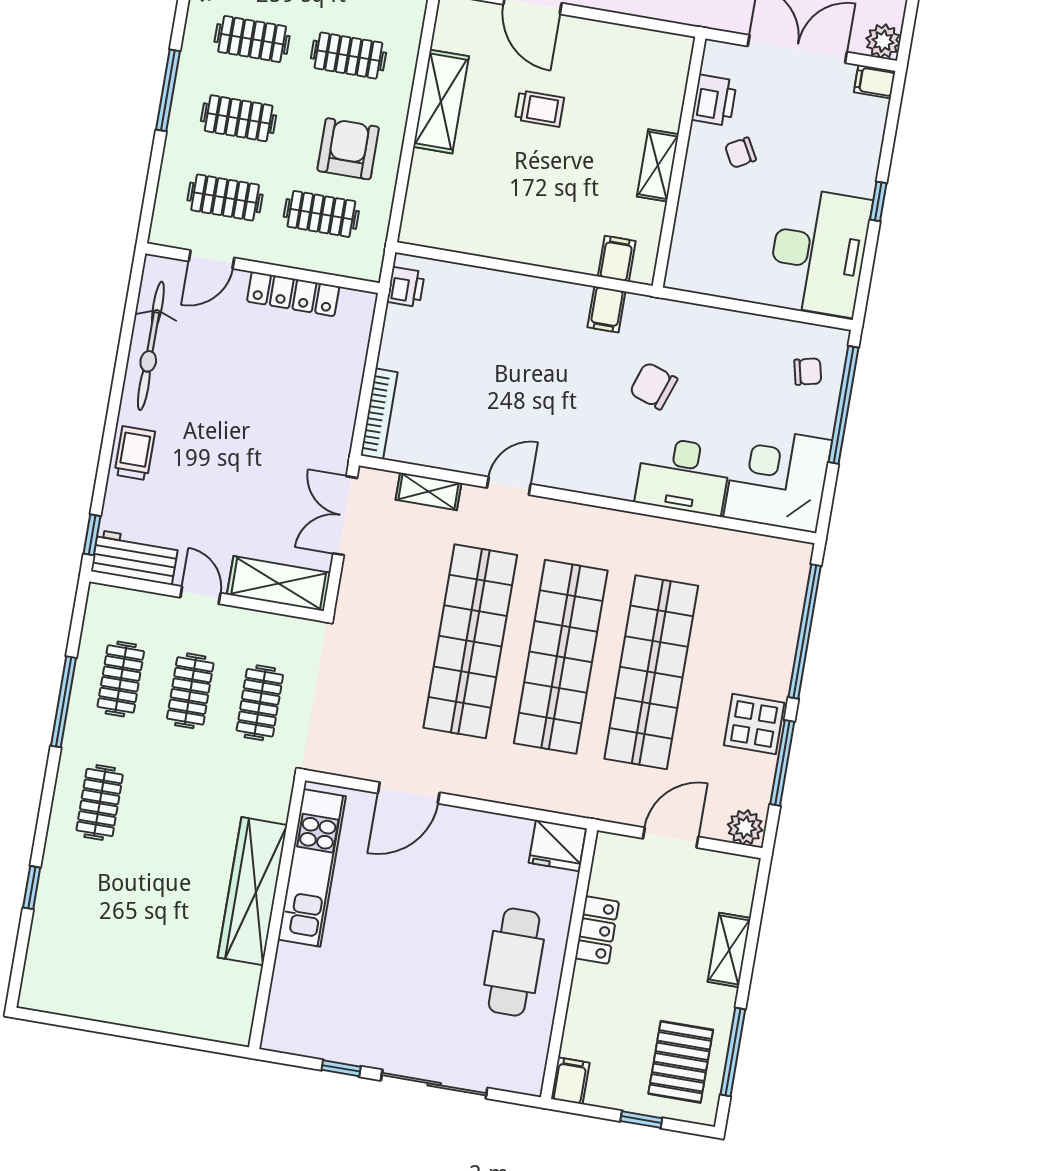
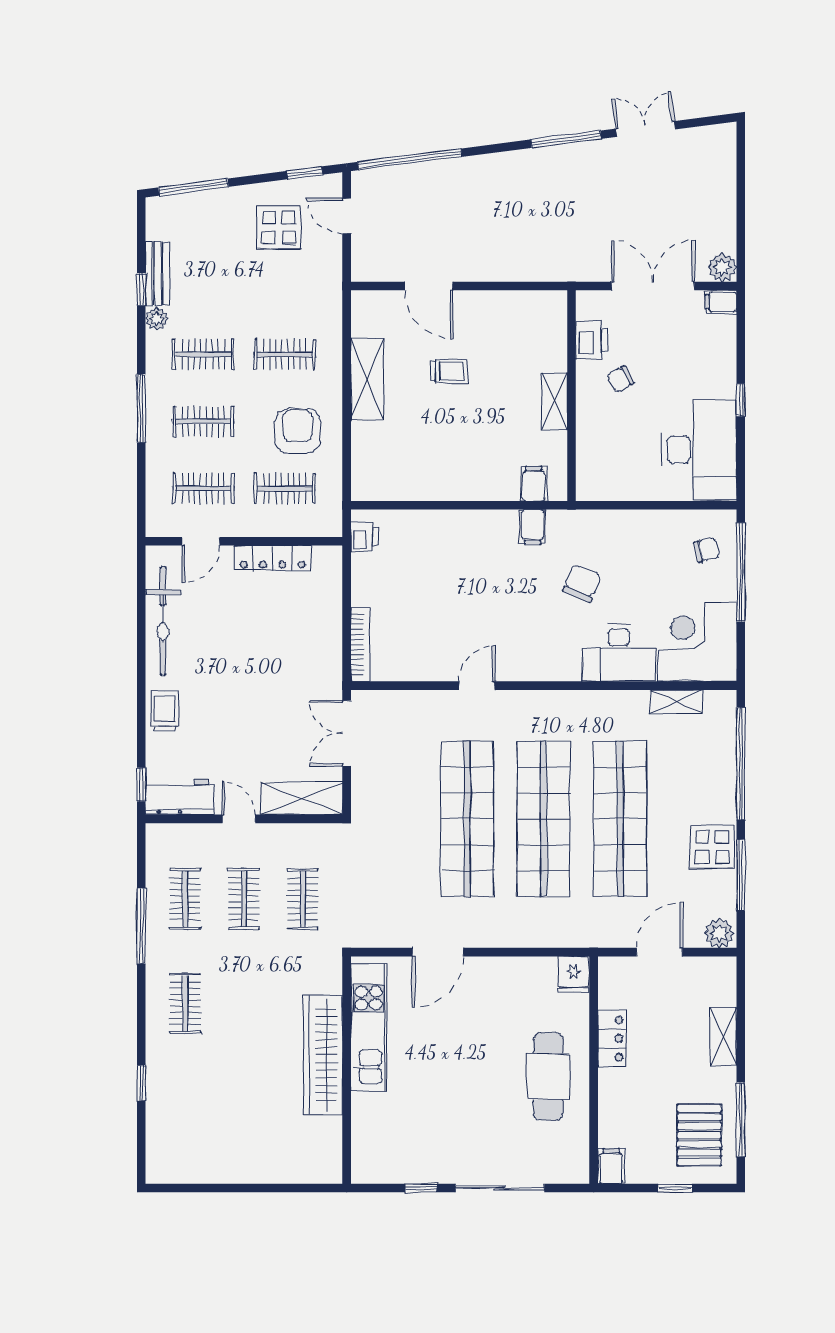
chair: (653, 386) -> (582, 583), turned 94
shelving: (429, 491) -> (676, 701), moved
fridge: (557, 846) -> (573, 975), width x0.72

